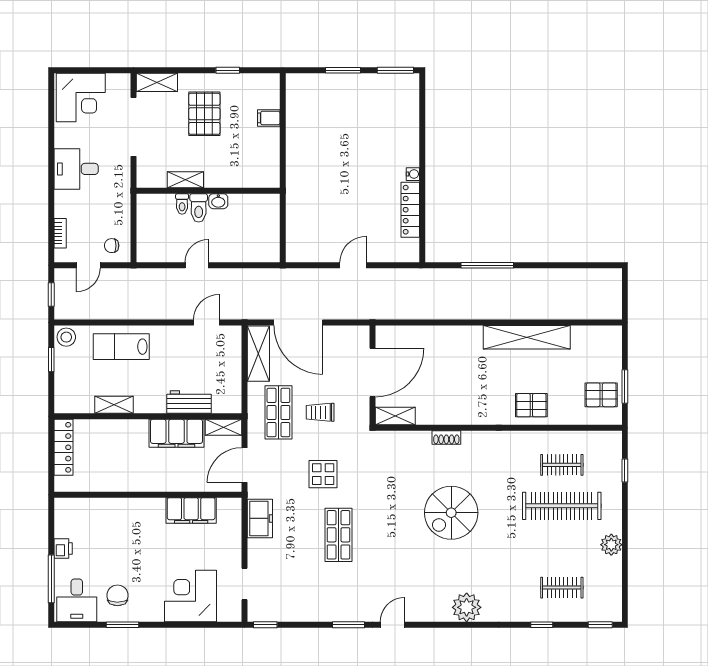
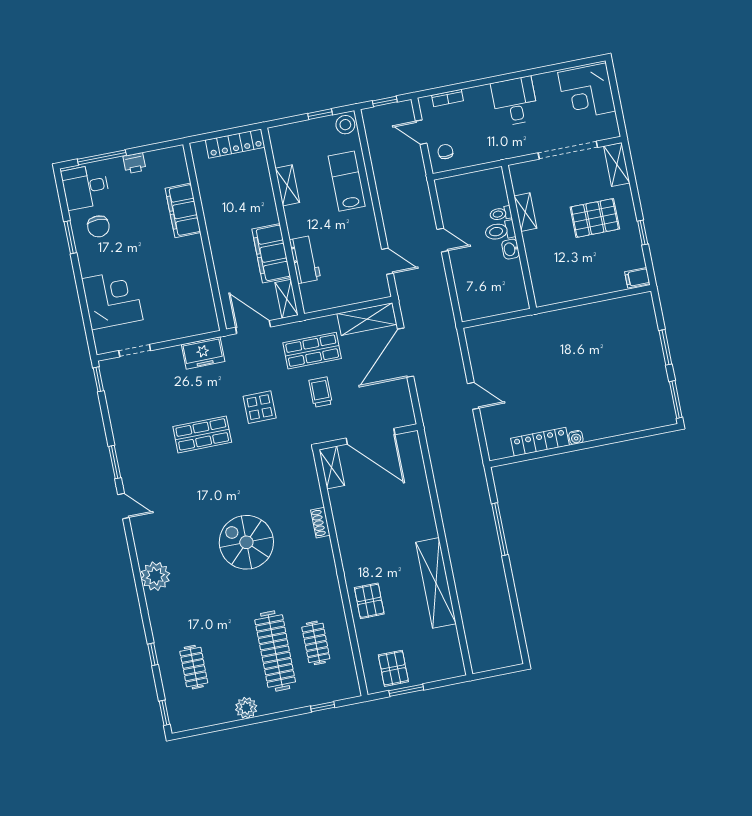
filing cabinet: (269, 118) -> (637, 278), moved, turned -90
filing cabinet: (191, 511) -> (183, 210), moved
chair: (117, 595) -> (98, 226), turned 90

